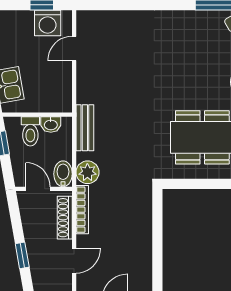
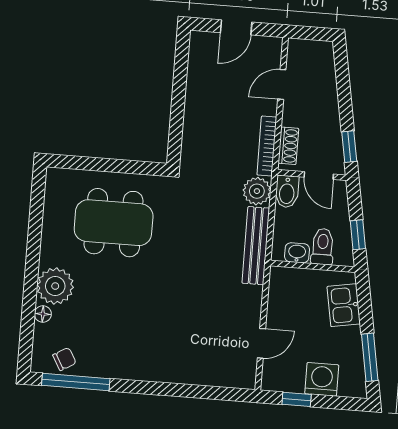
washing machine: (48, 23) -> (322, 379), moved
bench: (85, 128) -> (256, 246), width x1.36
shoe rack: (65, 218) -> (288, 146), width x0.70
window: (22, 255) -> (349, 147), moved

